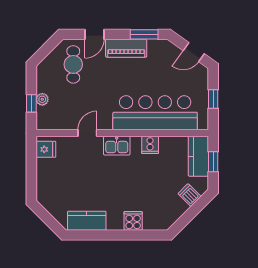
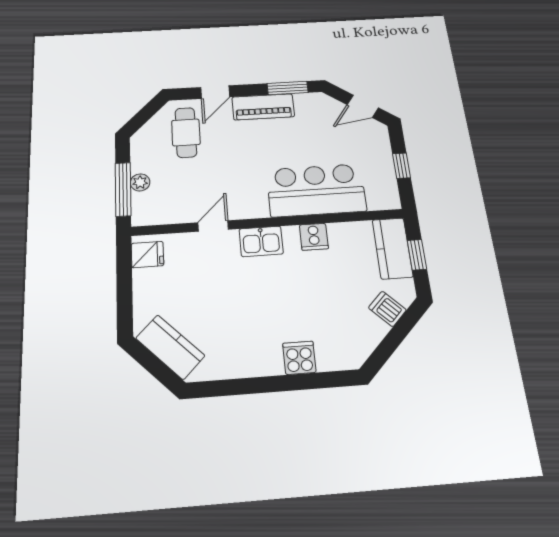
window: (31, 103) -> (123, 189), width x2.17
bar counter: (155, 113) -> (316, 190), width x0.73
kitchen counter: (87, 221) -> (170, 347), moved, turned 45

